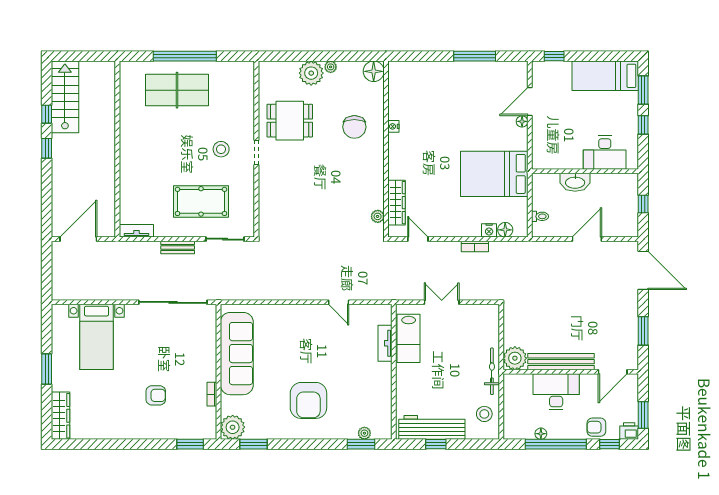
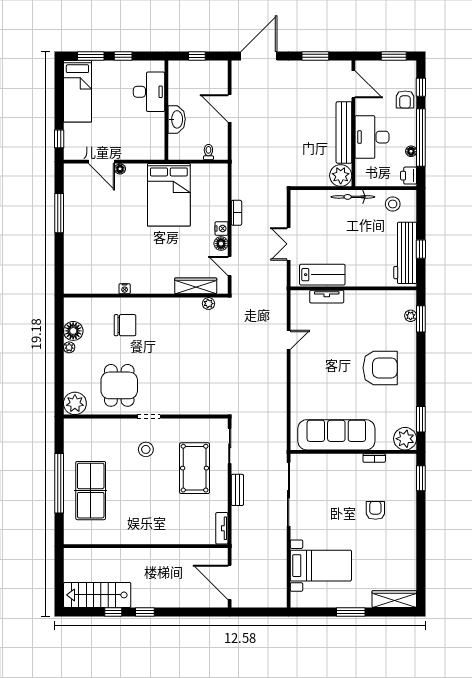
floor lamp: (374, 71) -> (73, 331), moved
plant: (311, 73) -> (75, 403), moved
nightstand: (489, 230) -> (222, 228), moved
floor lamp: (505, 230) -> (221, 244), moved
door: (418, 239) -> (230, 266), hinge flipped
printer: (629, 431) -> (409, 176), moved

